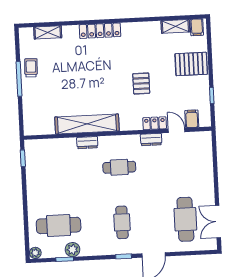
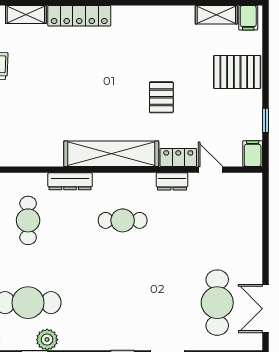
locker: (100, 31) -> (79, 16), moved
filing cabinet: (192, 119) -> (253, 154), moved
shelving: (87, 124) -> (111, 154), moved
dresser: (87, 143) -> (70, 181), width x1.44
cafe table: (122, 222) -> (28, 220), moved

